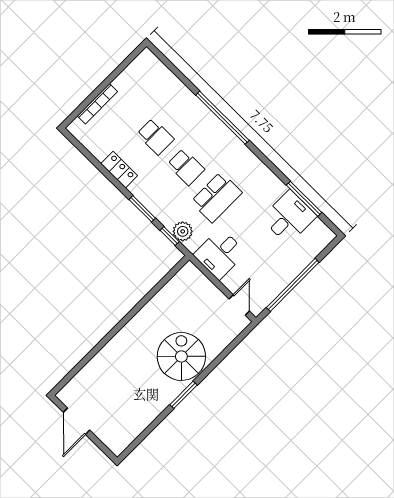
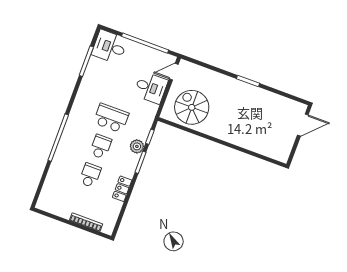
desk: (289, 217) -> (110, 47), moved
plant: (183, 231) -> (137, 146), moved
desk: (220, 254) -> (151, 88), moved
spiral stairs: (181, 356) -> (192, 107), moved, turned 90
door: (76, 421) -> (303, 125), moved

